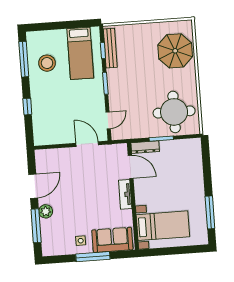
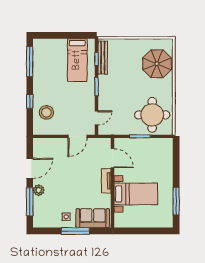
stool: (47, 63) -> (46, 112), moved
door: (87, 144) -> (77, 136), swing flipped
dresser: (145, 147) -> (126, 143), removed
bed with nightstands: (163, 226) -> (136, 194), moved

